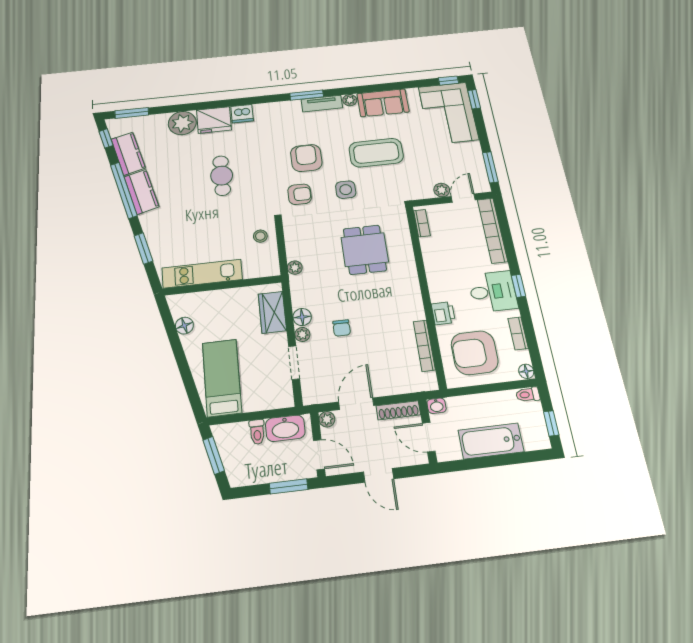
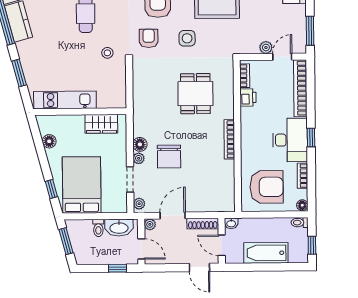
armchair: (300, 194) -> (149, 38), turned -90
stool: (260, 236) -> (107, 53), moved
plant: (295, 268) -> (139, 204), moved
desk: (493, 292) -> (290, 140), width x1.37
wardrobe: (272, 312) -> (101, 124), moved, turned -90
printer: (443, 313) -> (248, 97), moved
chair: (342, 328) -> (169, 157), width x1.87, depth x1.87
bookcase: (424, 346) -> (229, 139), moved
armchair: (475, 353) -> (267, 187), turned 180
bed: (222, 378) -> (82, 185), width x1.50
window: (190, 386) -> (51, 189), added
door: (379, 475) -> (199, 268), moved
window: (289, 486) -> (117, 268), width x0.67

